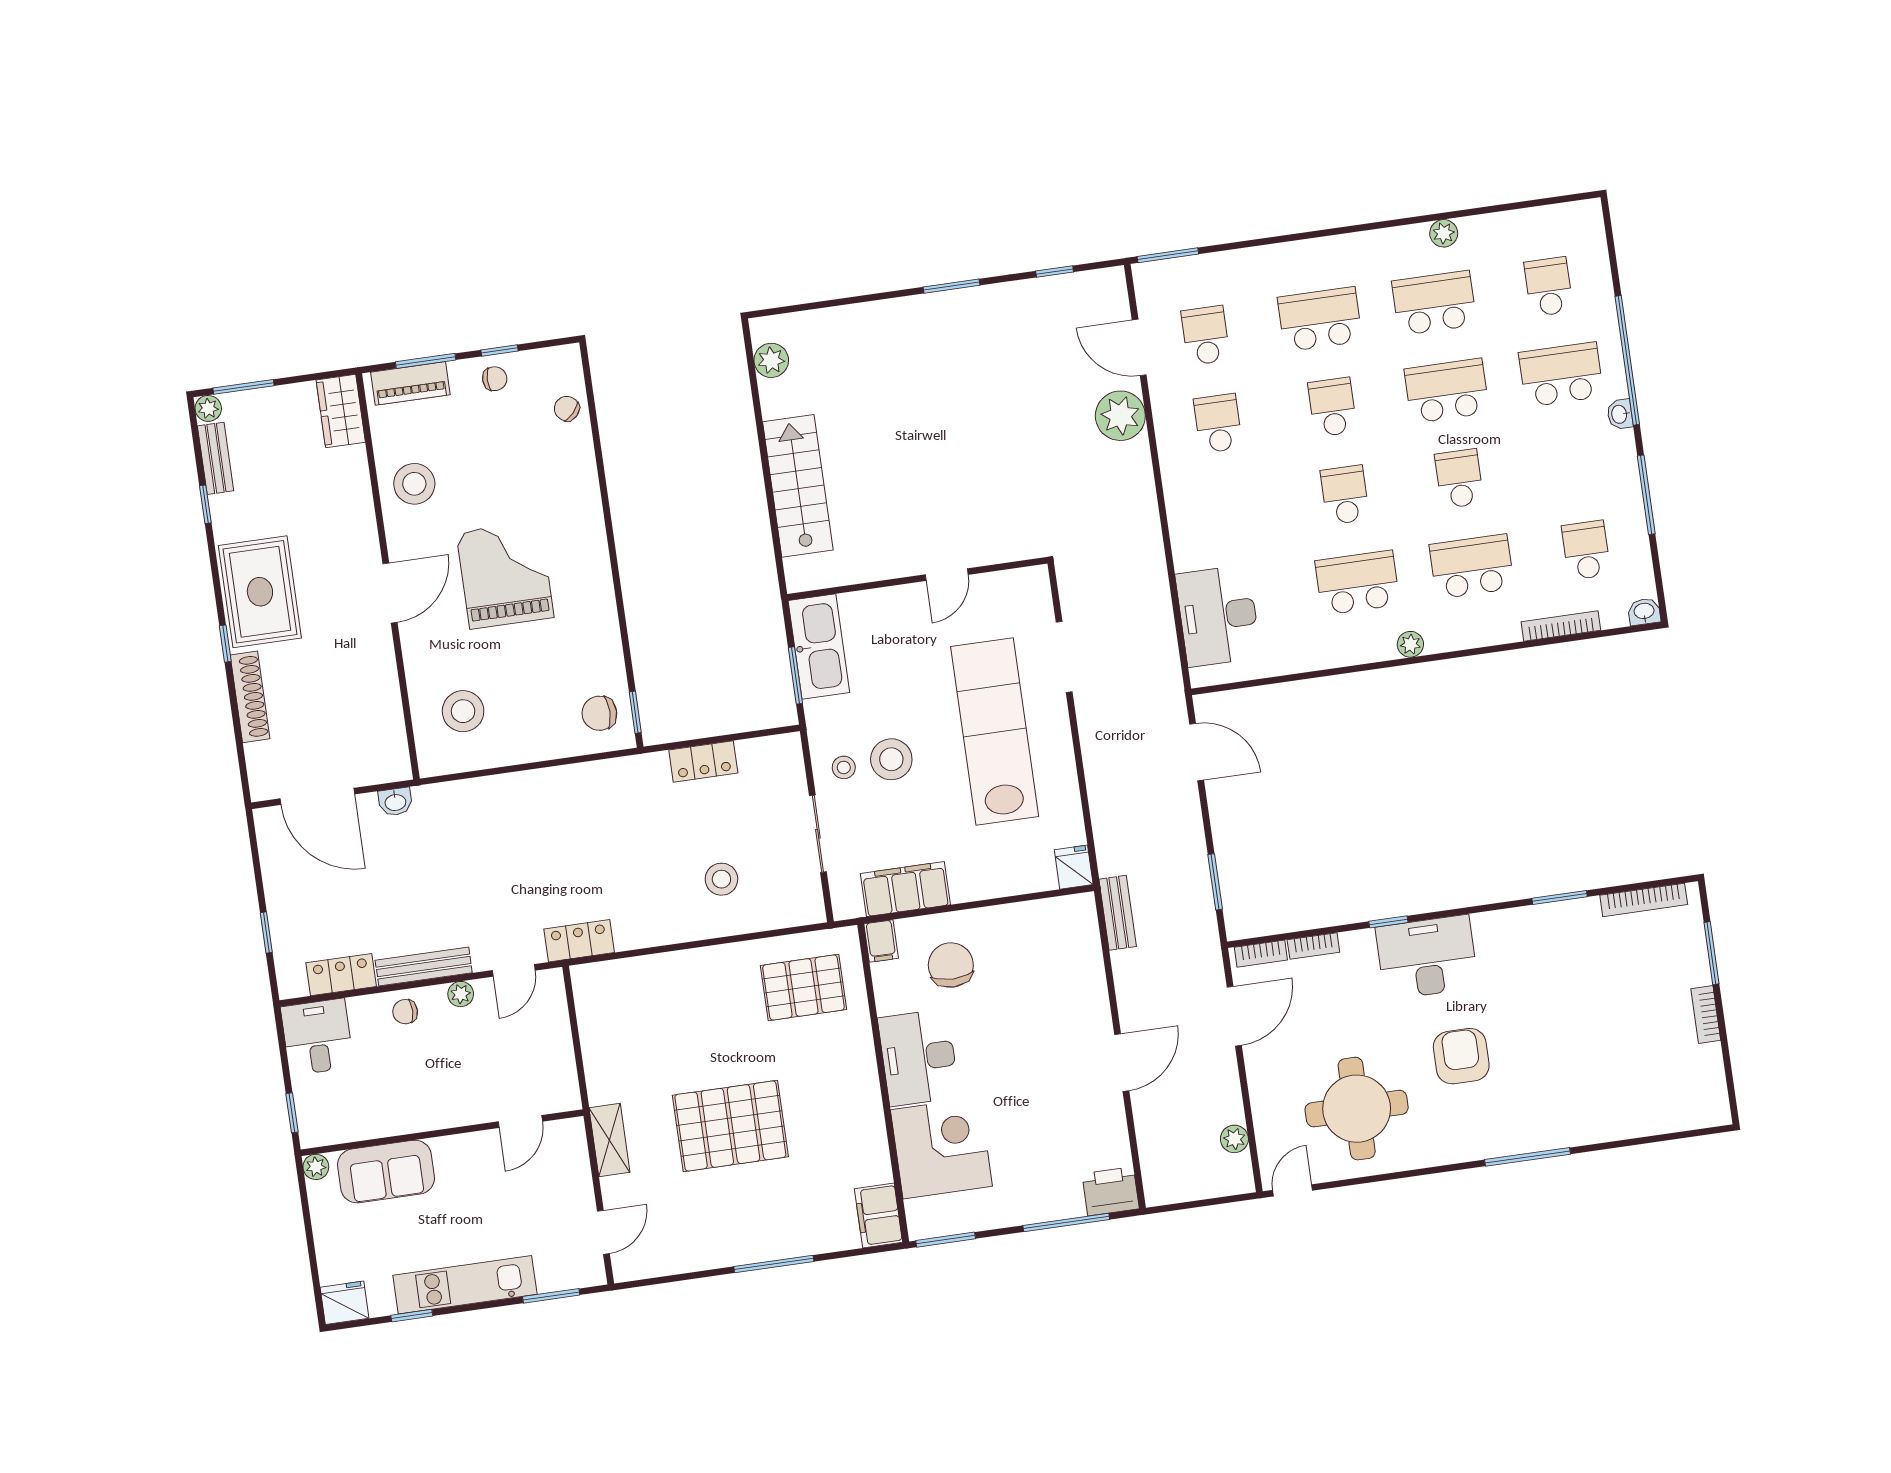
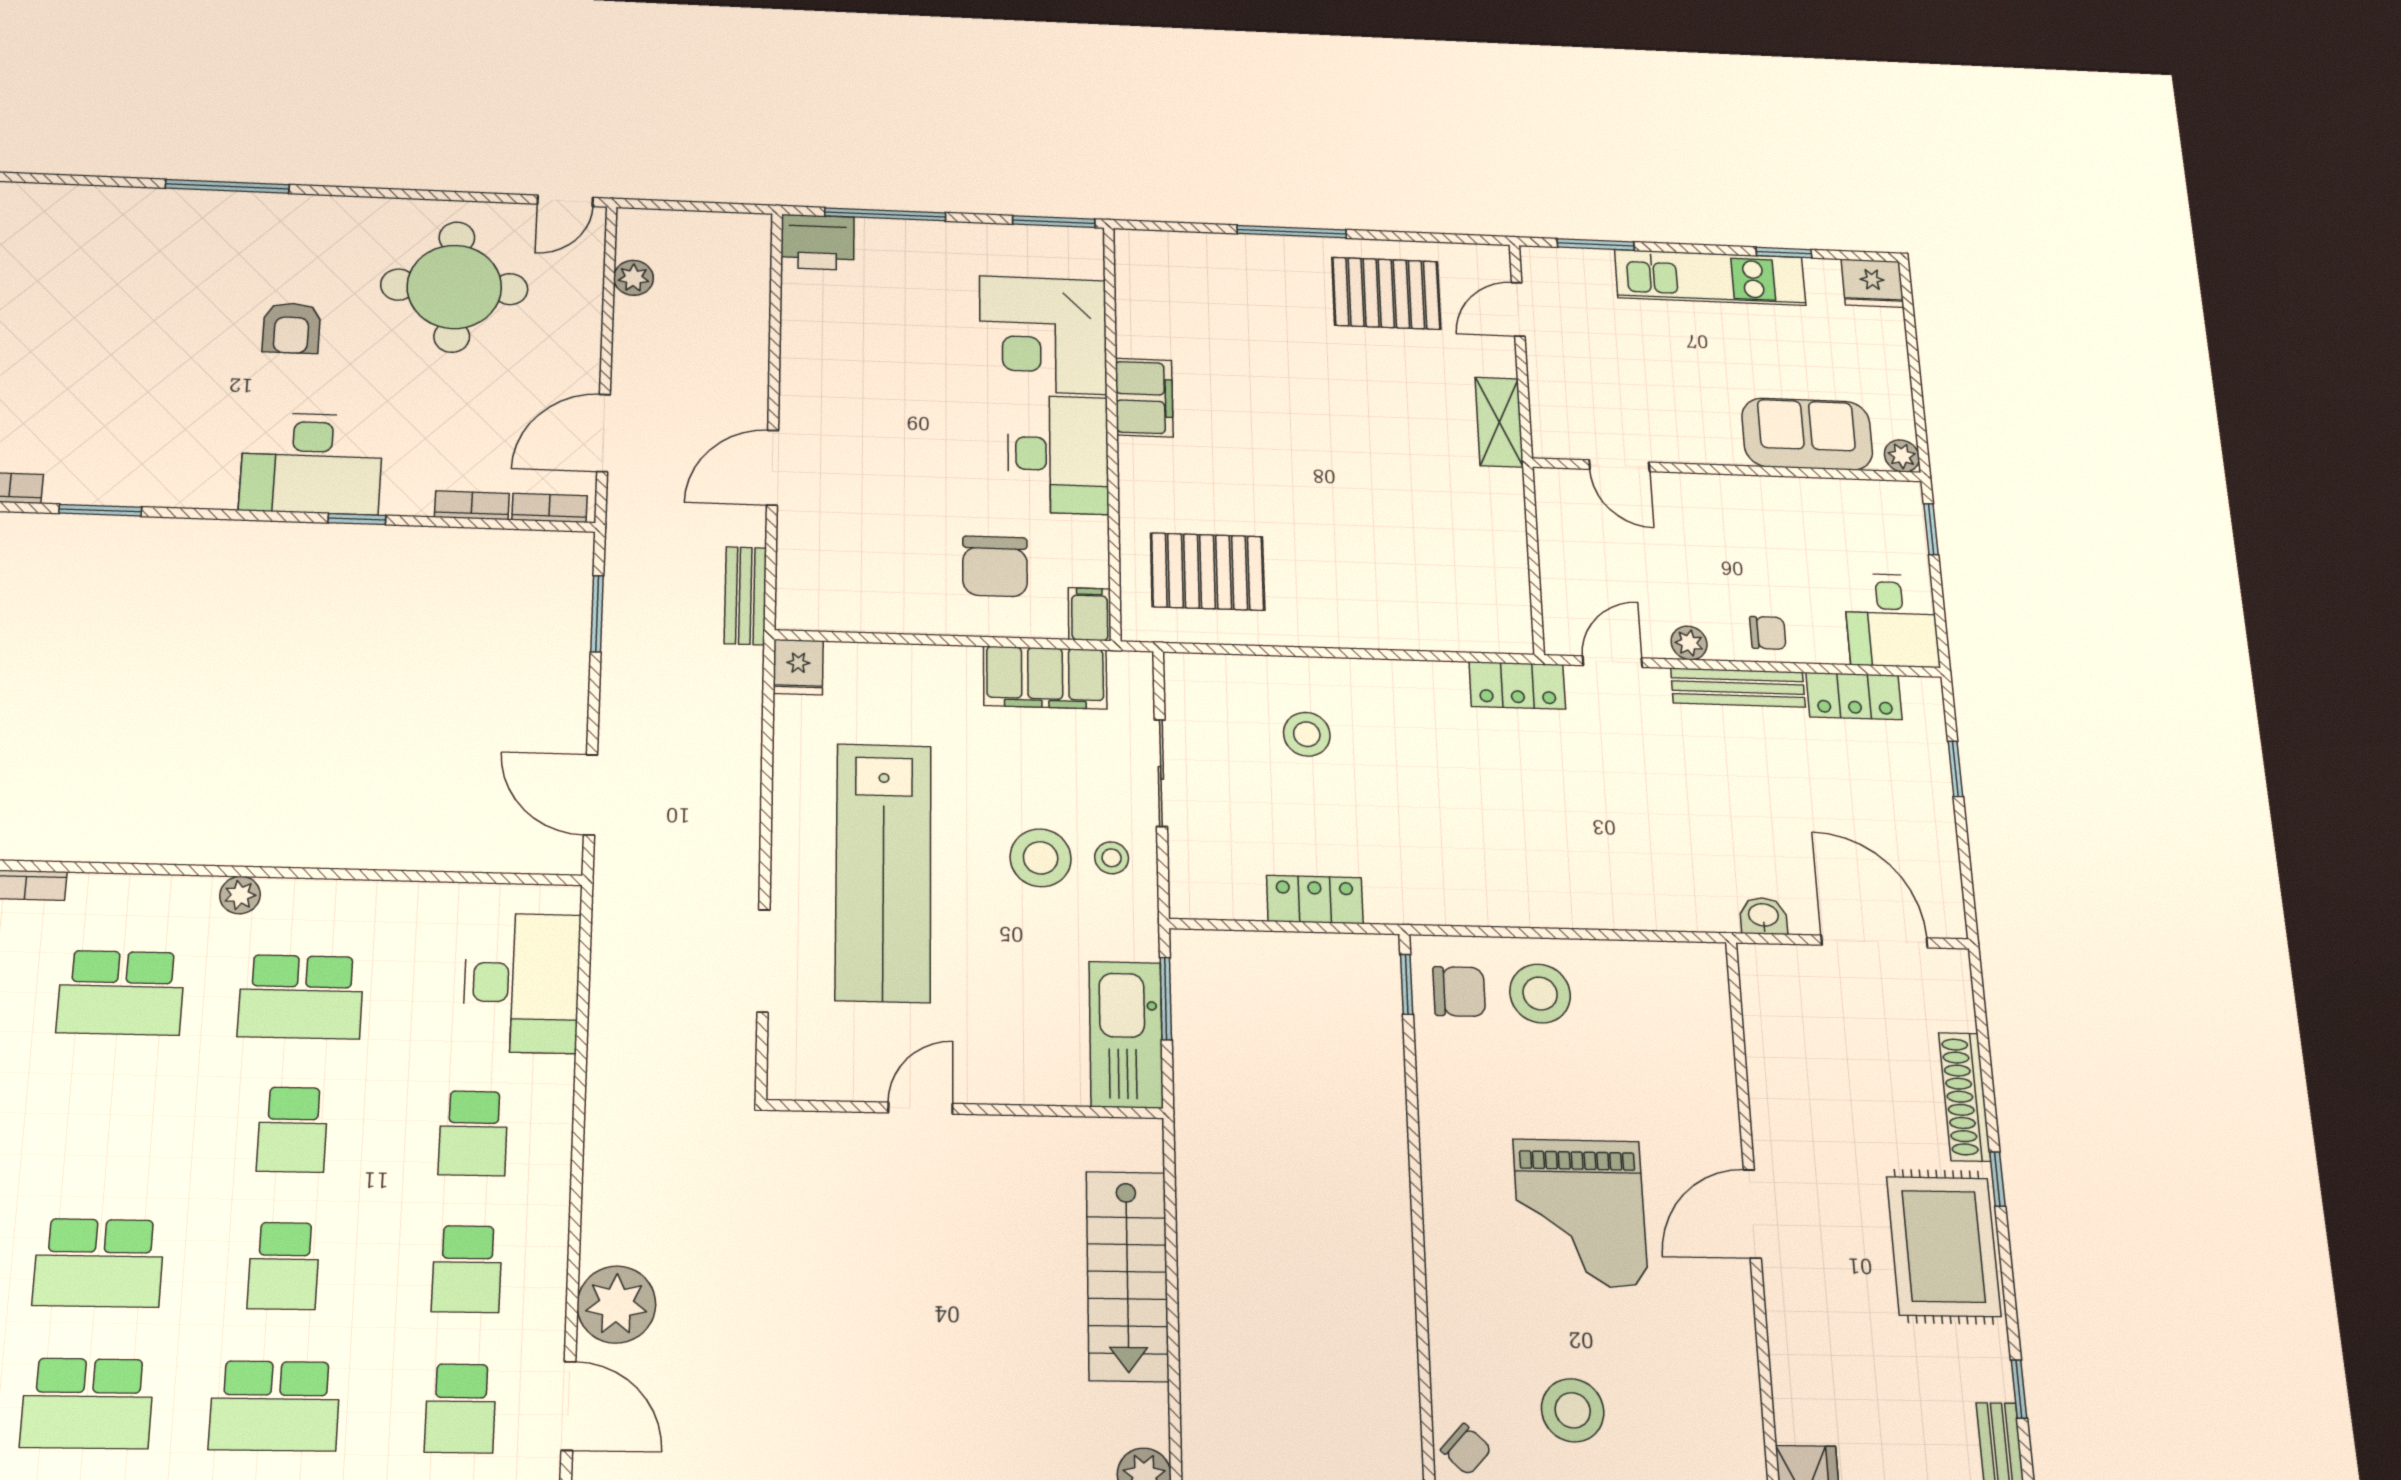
school desk: (1459, 479) -> (473, 1133), moved
stool: (414, 484) -> (1573, 1410), moved
stool: (463, 711) -> (1540, 994), moved
armchair: (1461, 1056) -> (291, 328), width x0.72, depth x0.72
door: (1122, 1063) -> (772, 468), moved
door: (520, 1122) -> (1619, 466), swing flipped
pallet: (730, 1126) -> (1386, 293), moved, width x0.73, depth x0.71
filing cabinet: (878, 1215) -> (1144, 398), moved

